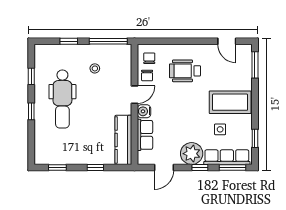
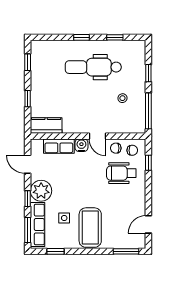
window: (162, 41) -> (148, 163), added
wheelchair: (185, 71) -> (121, 173), moved, turned -90
kitchen counter: (123, 140) -> (46, 126), width x0.67

